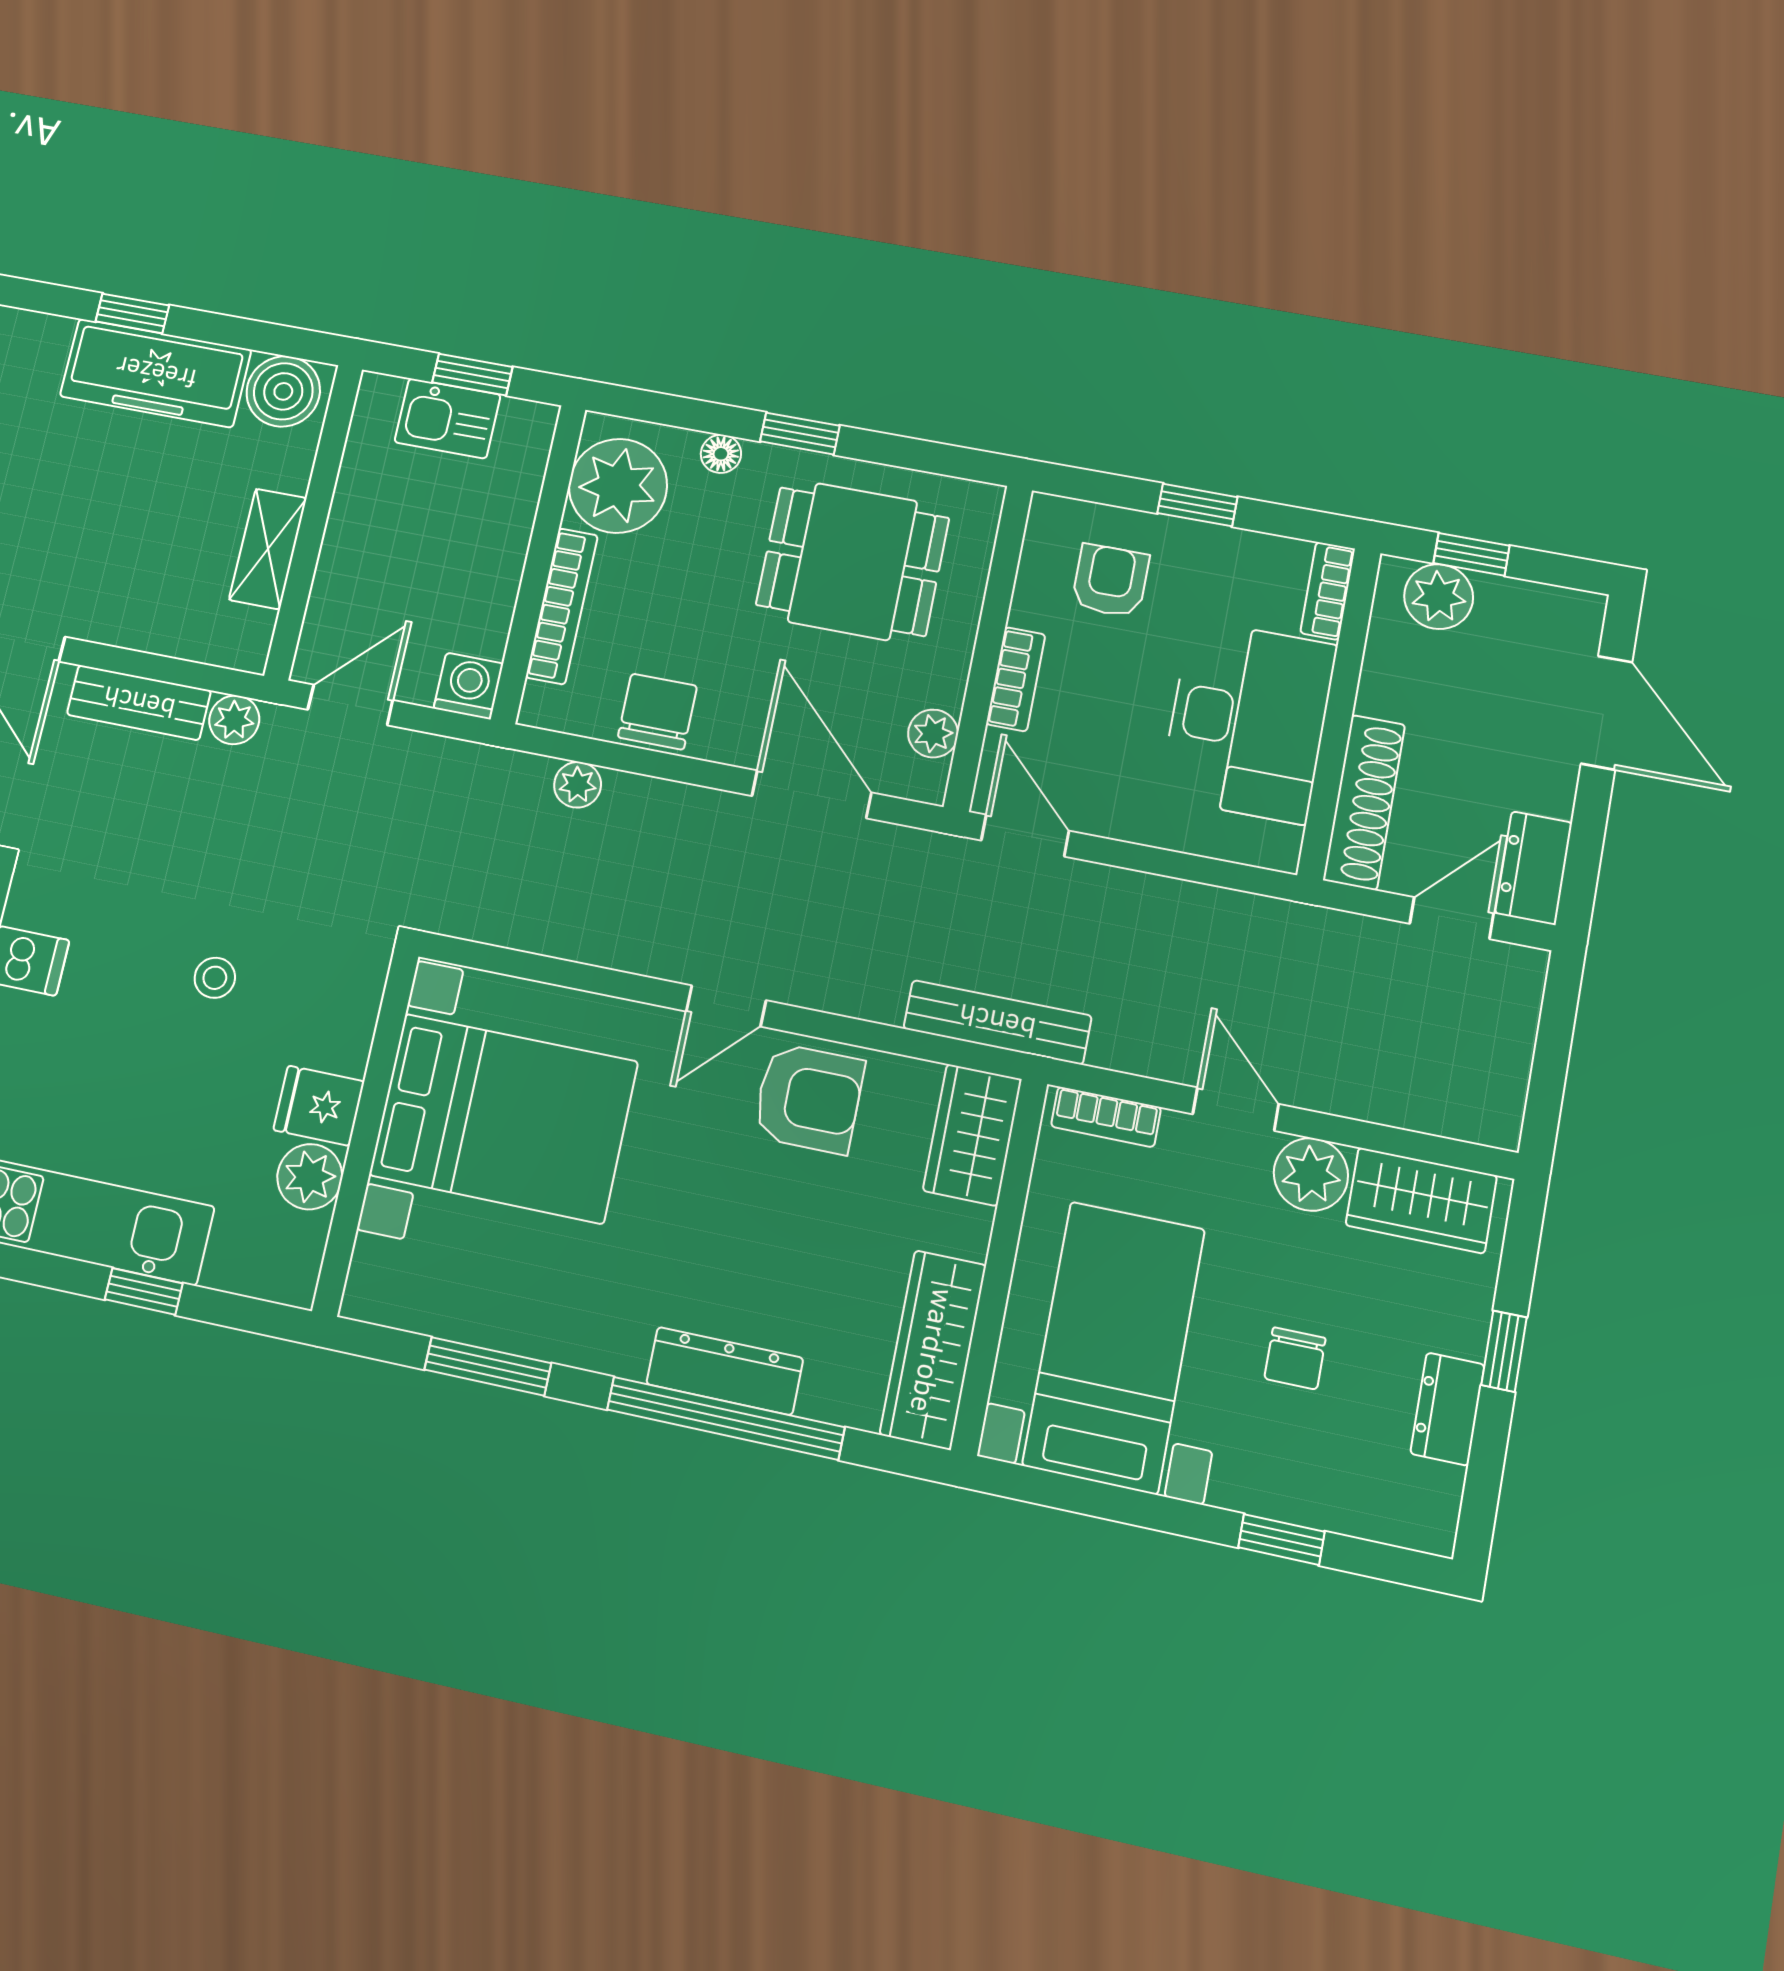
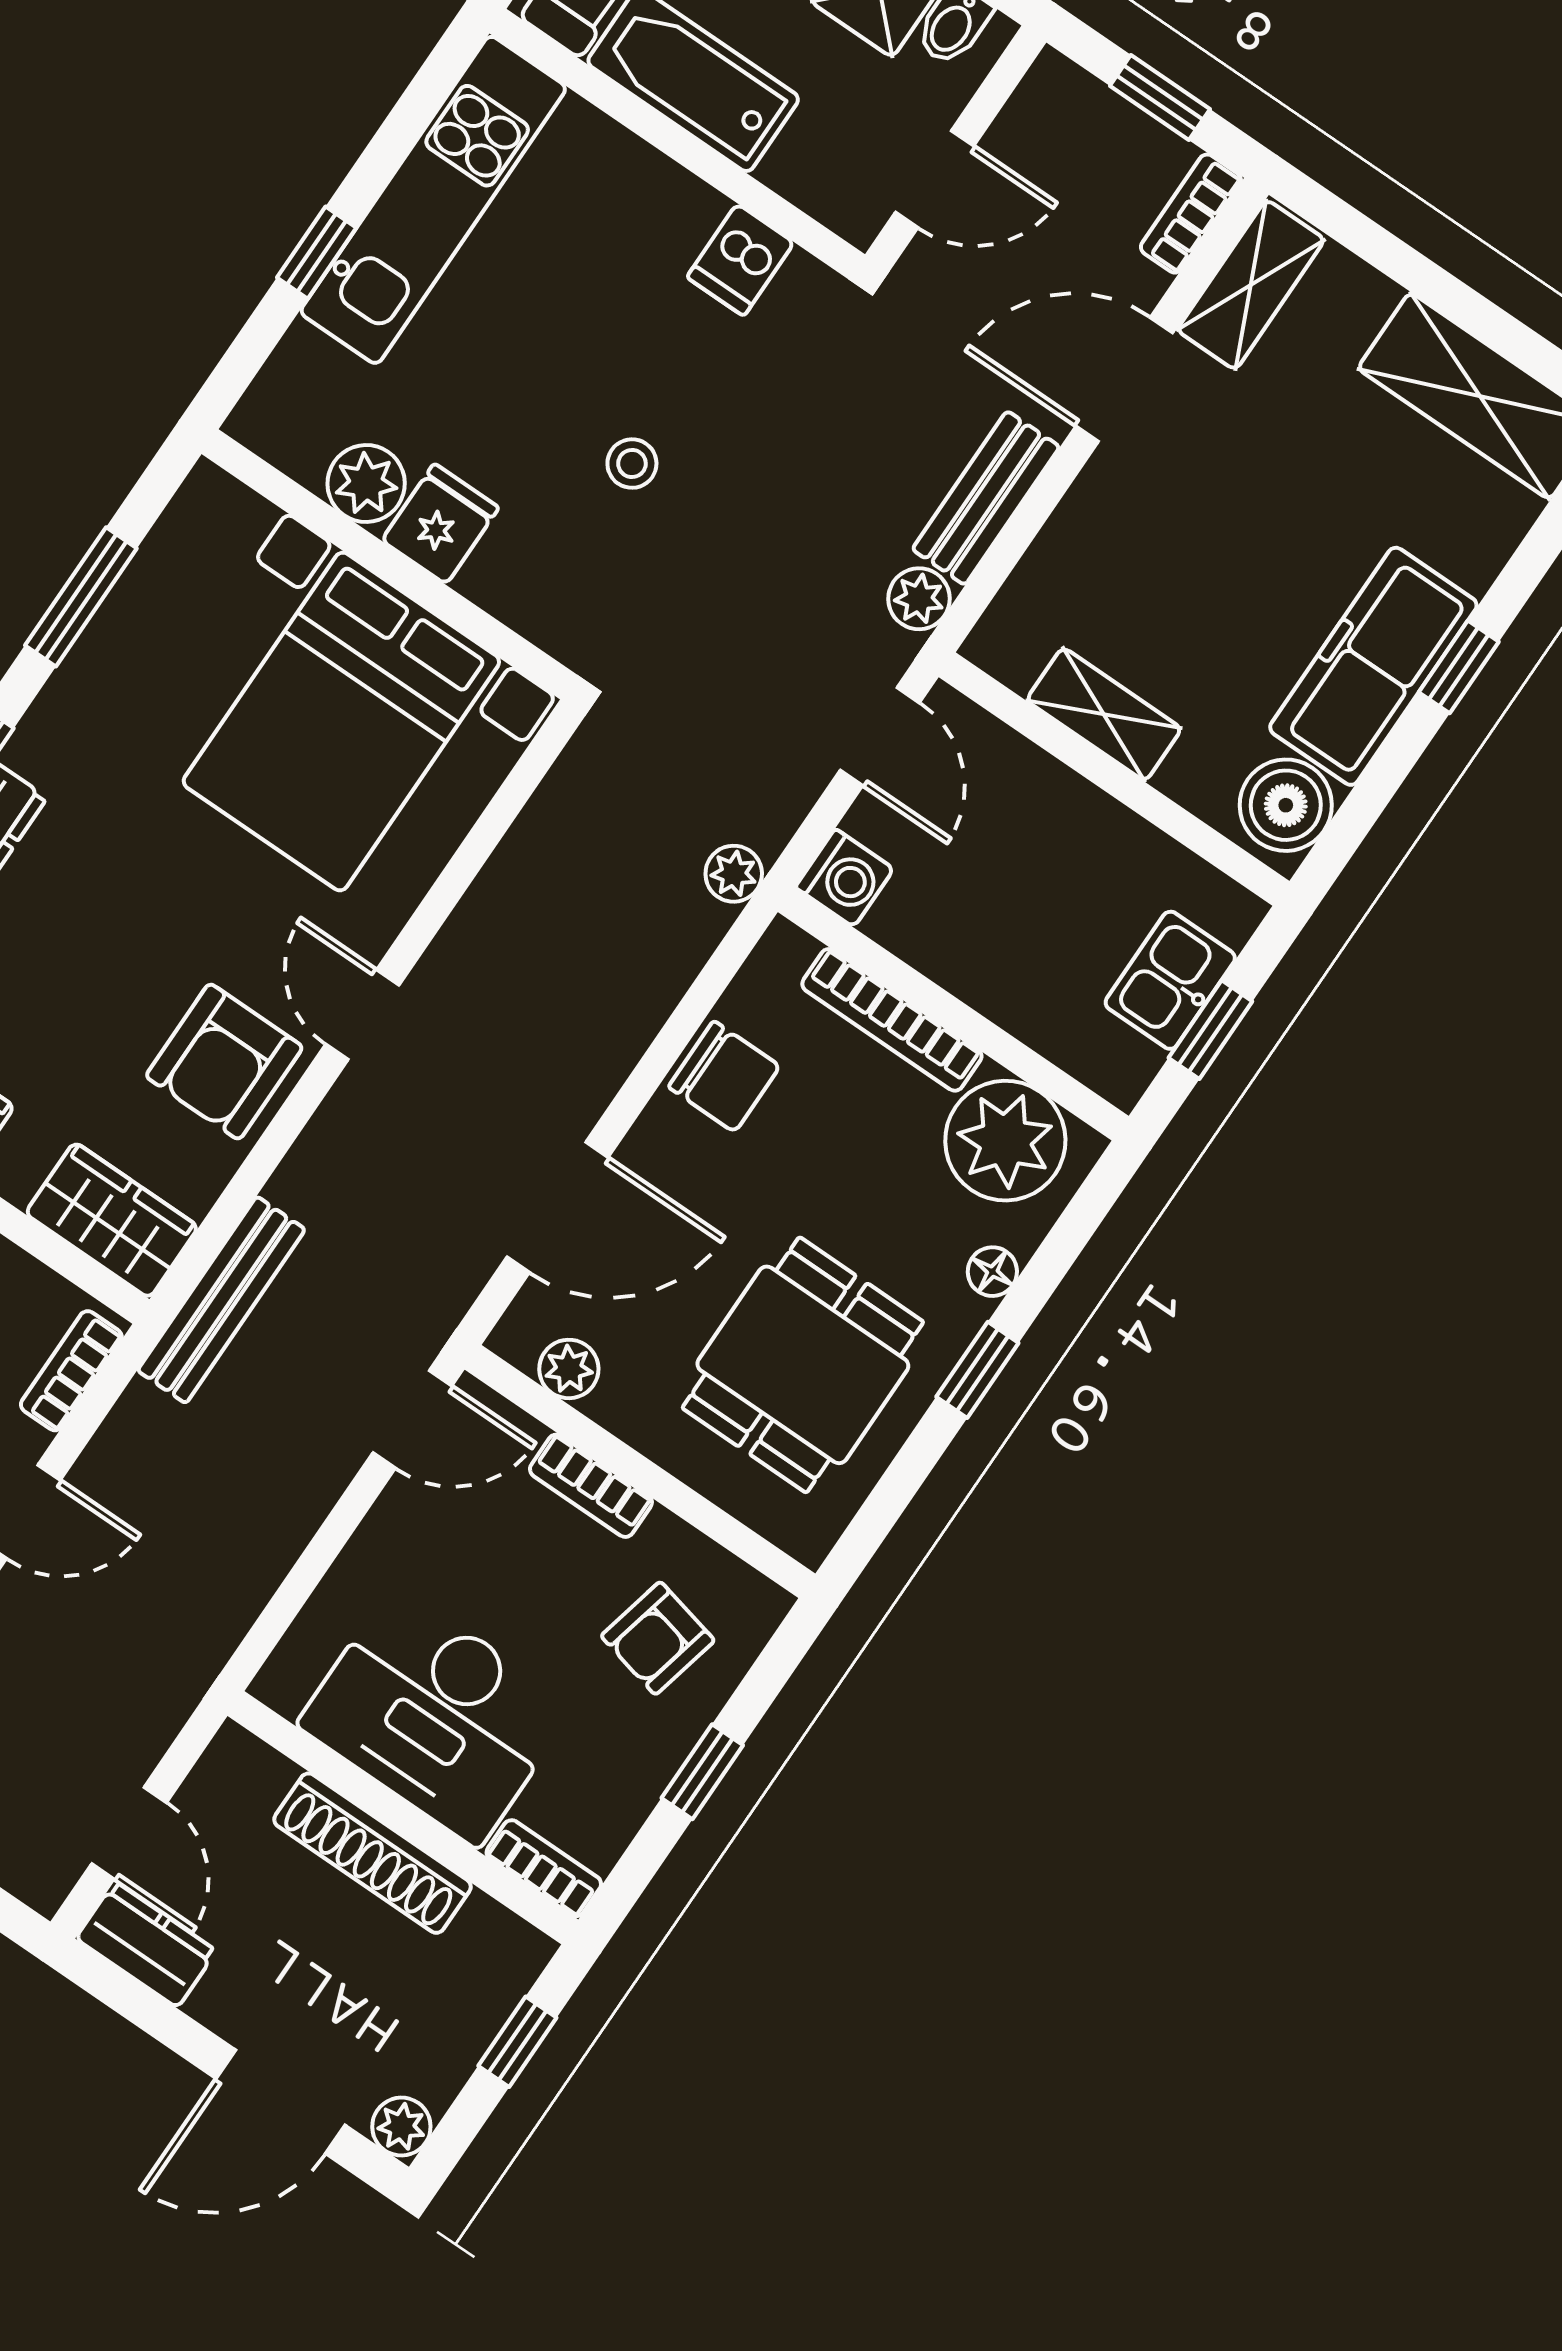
armchair: (1110, 581) -> (658, 1638), turned 103
plant: (1439, 597) -> (401, 2127), moved, width x0.73, depth x0.73
plant: (578, 785) -> (734, 874), moved
shoe rack: (1364, 802) -> (372, 1853), moved

